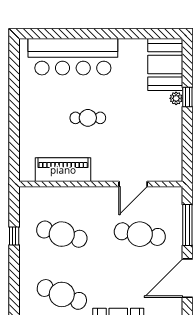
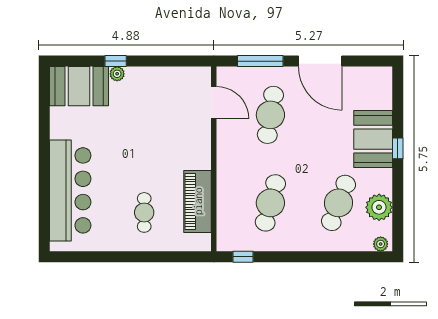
cafe table: (88, 118) -> (144, 212), moved
door: (133, 184) -> (214, 103), moved
window: (14, 236) -> (243, 257), moved

